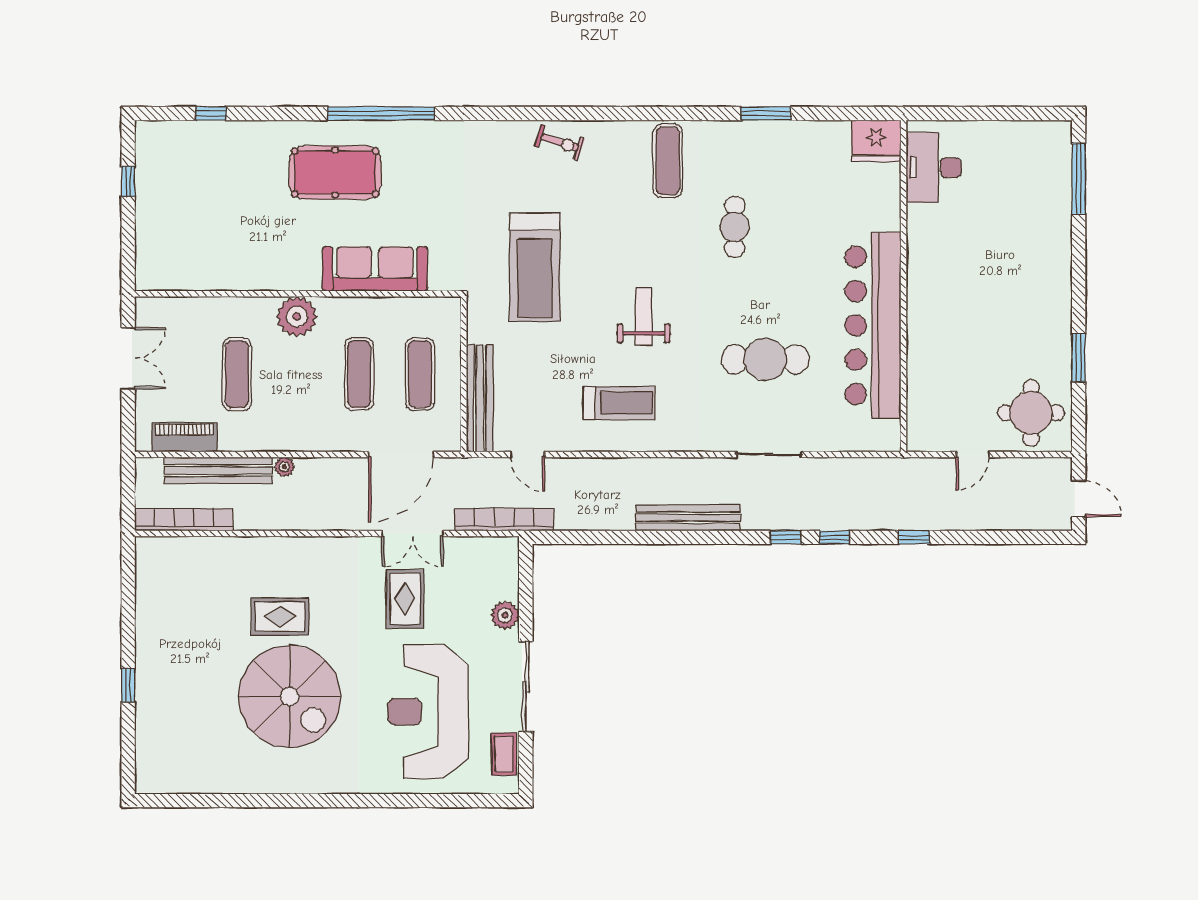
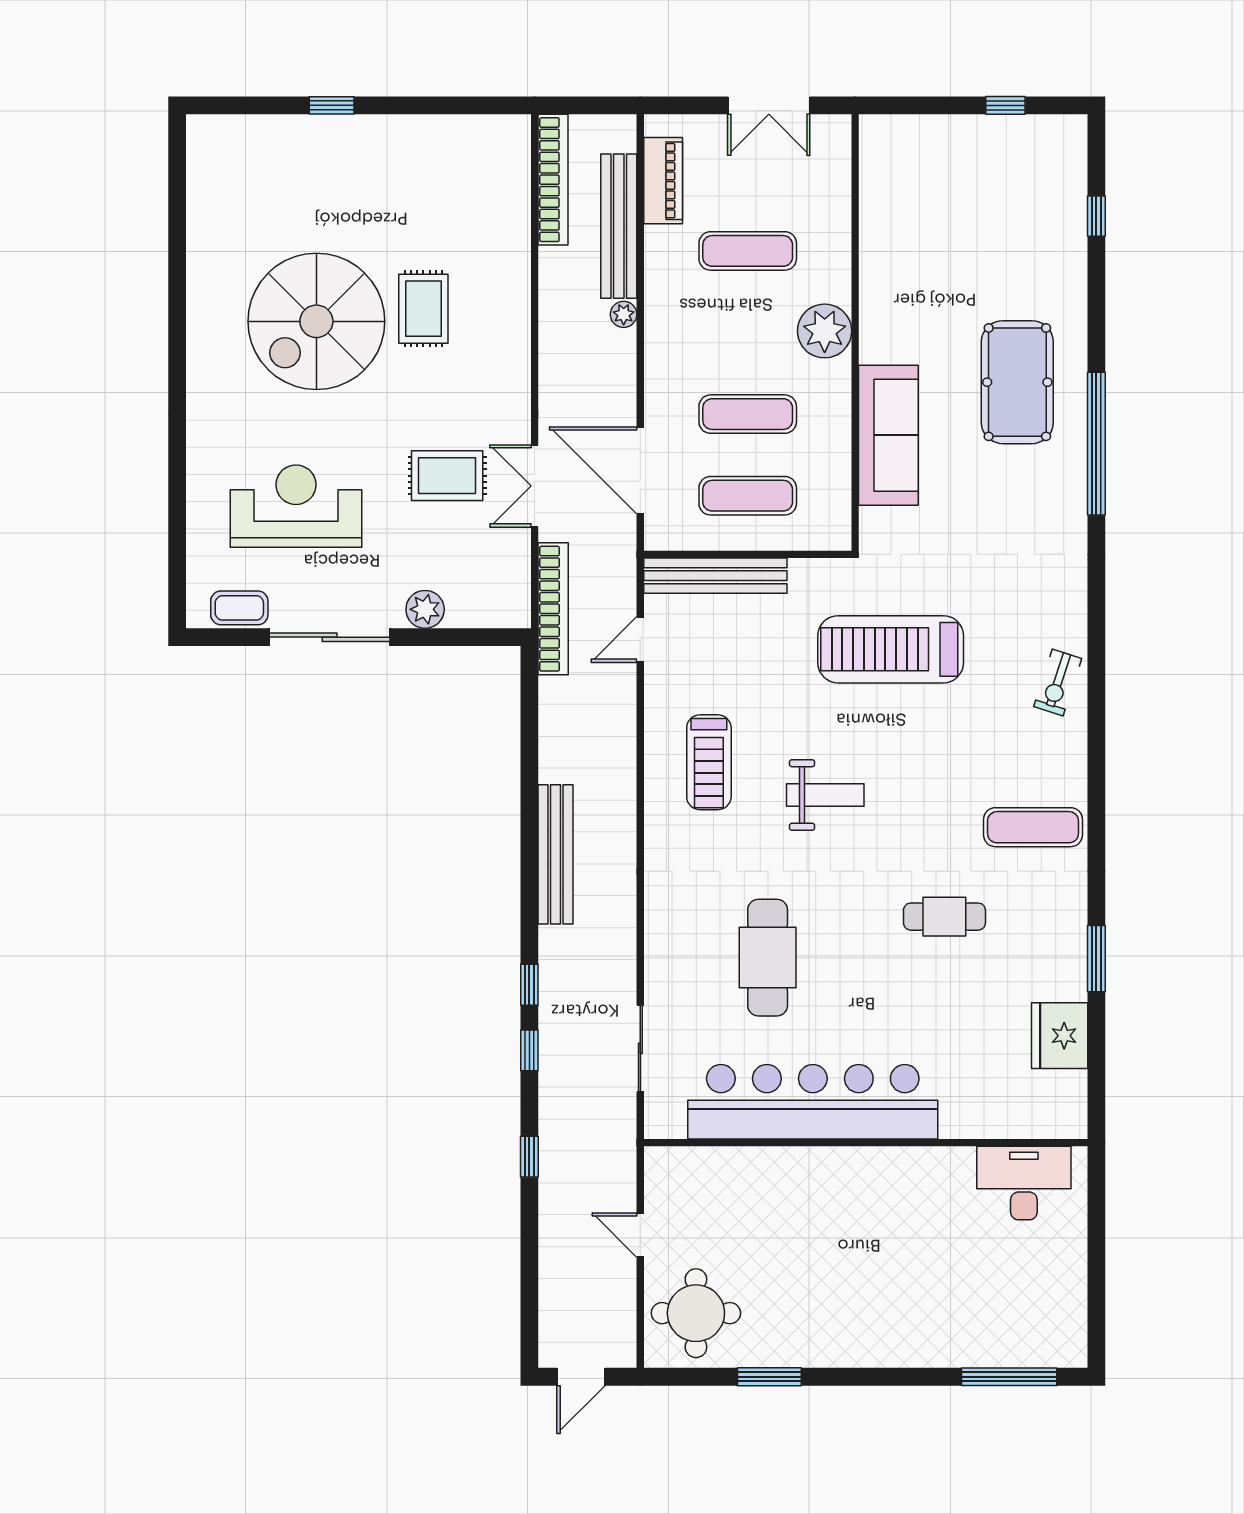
fridge: (876, 141) -> (1060, 1036), moved
sliding door: (769, 454) -> (640, 1048), moved
reception desk: (428, 712) -> (296, 506), width x0.74, depth x0.77

